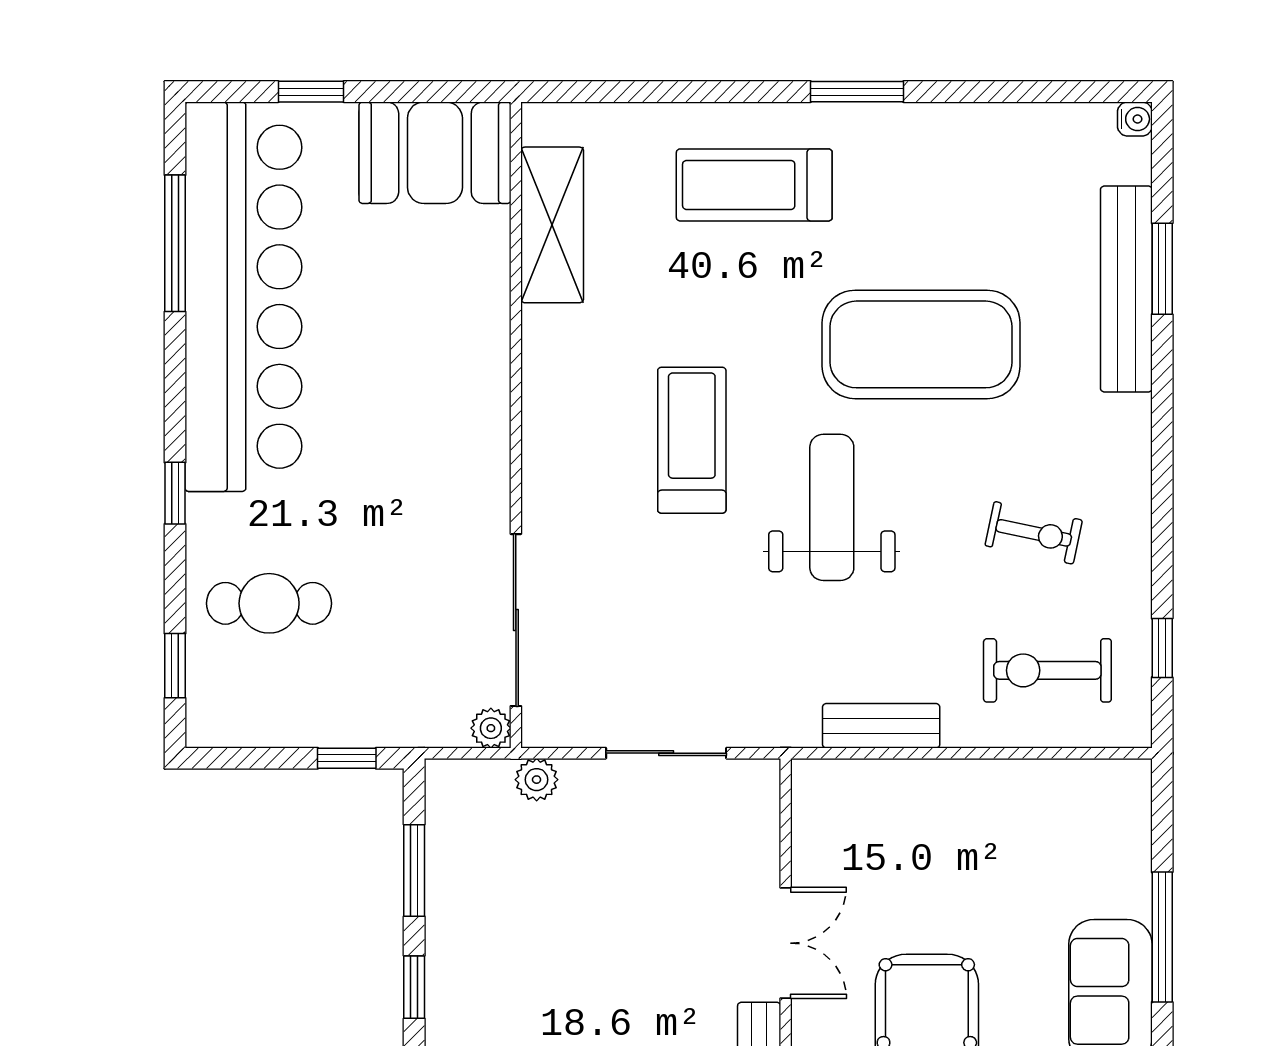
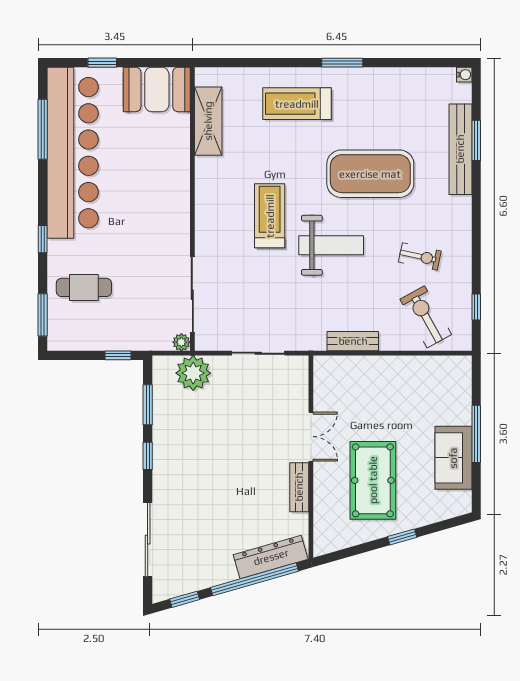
weight bench: (832, 507) -> (331, 245), turned 90
window: (175, 666) -> (43, 315), width x1.50
exercise bike: (1047, 670) -> (426, 317), turned 61
plant: (537, 780) -> (193, 373), width x1.88, depth x1.88

